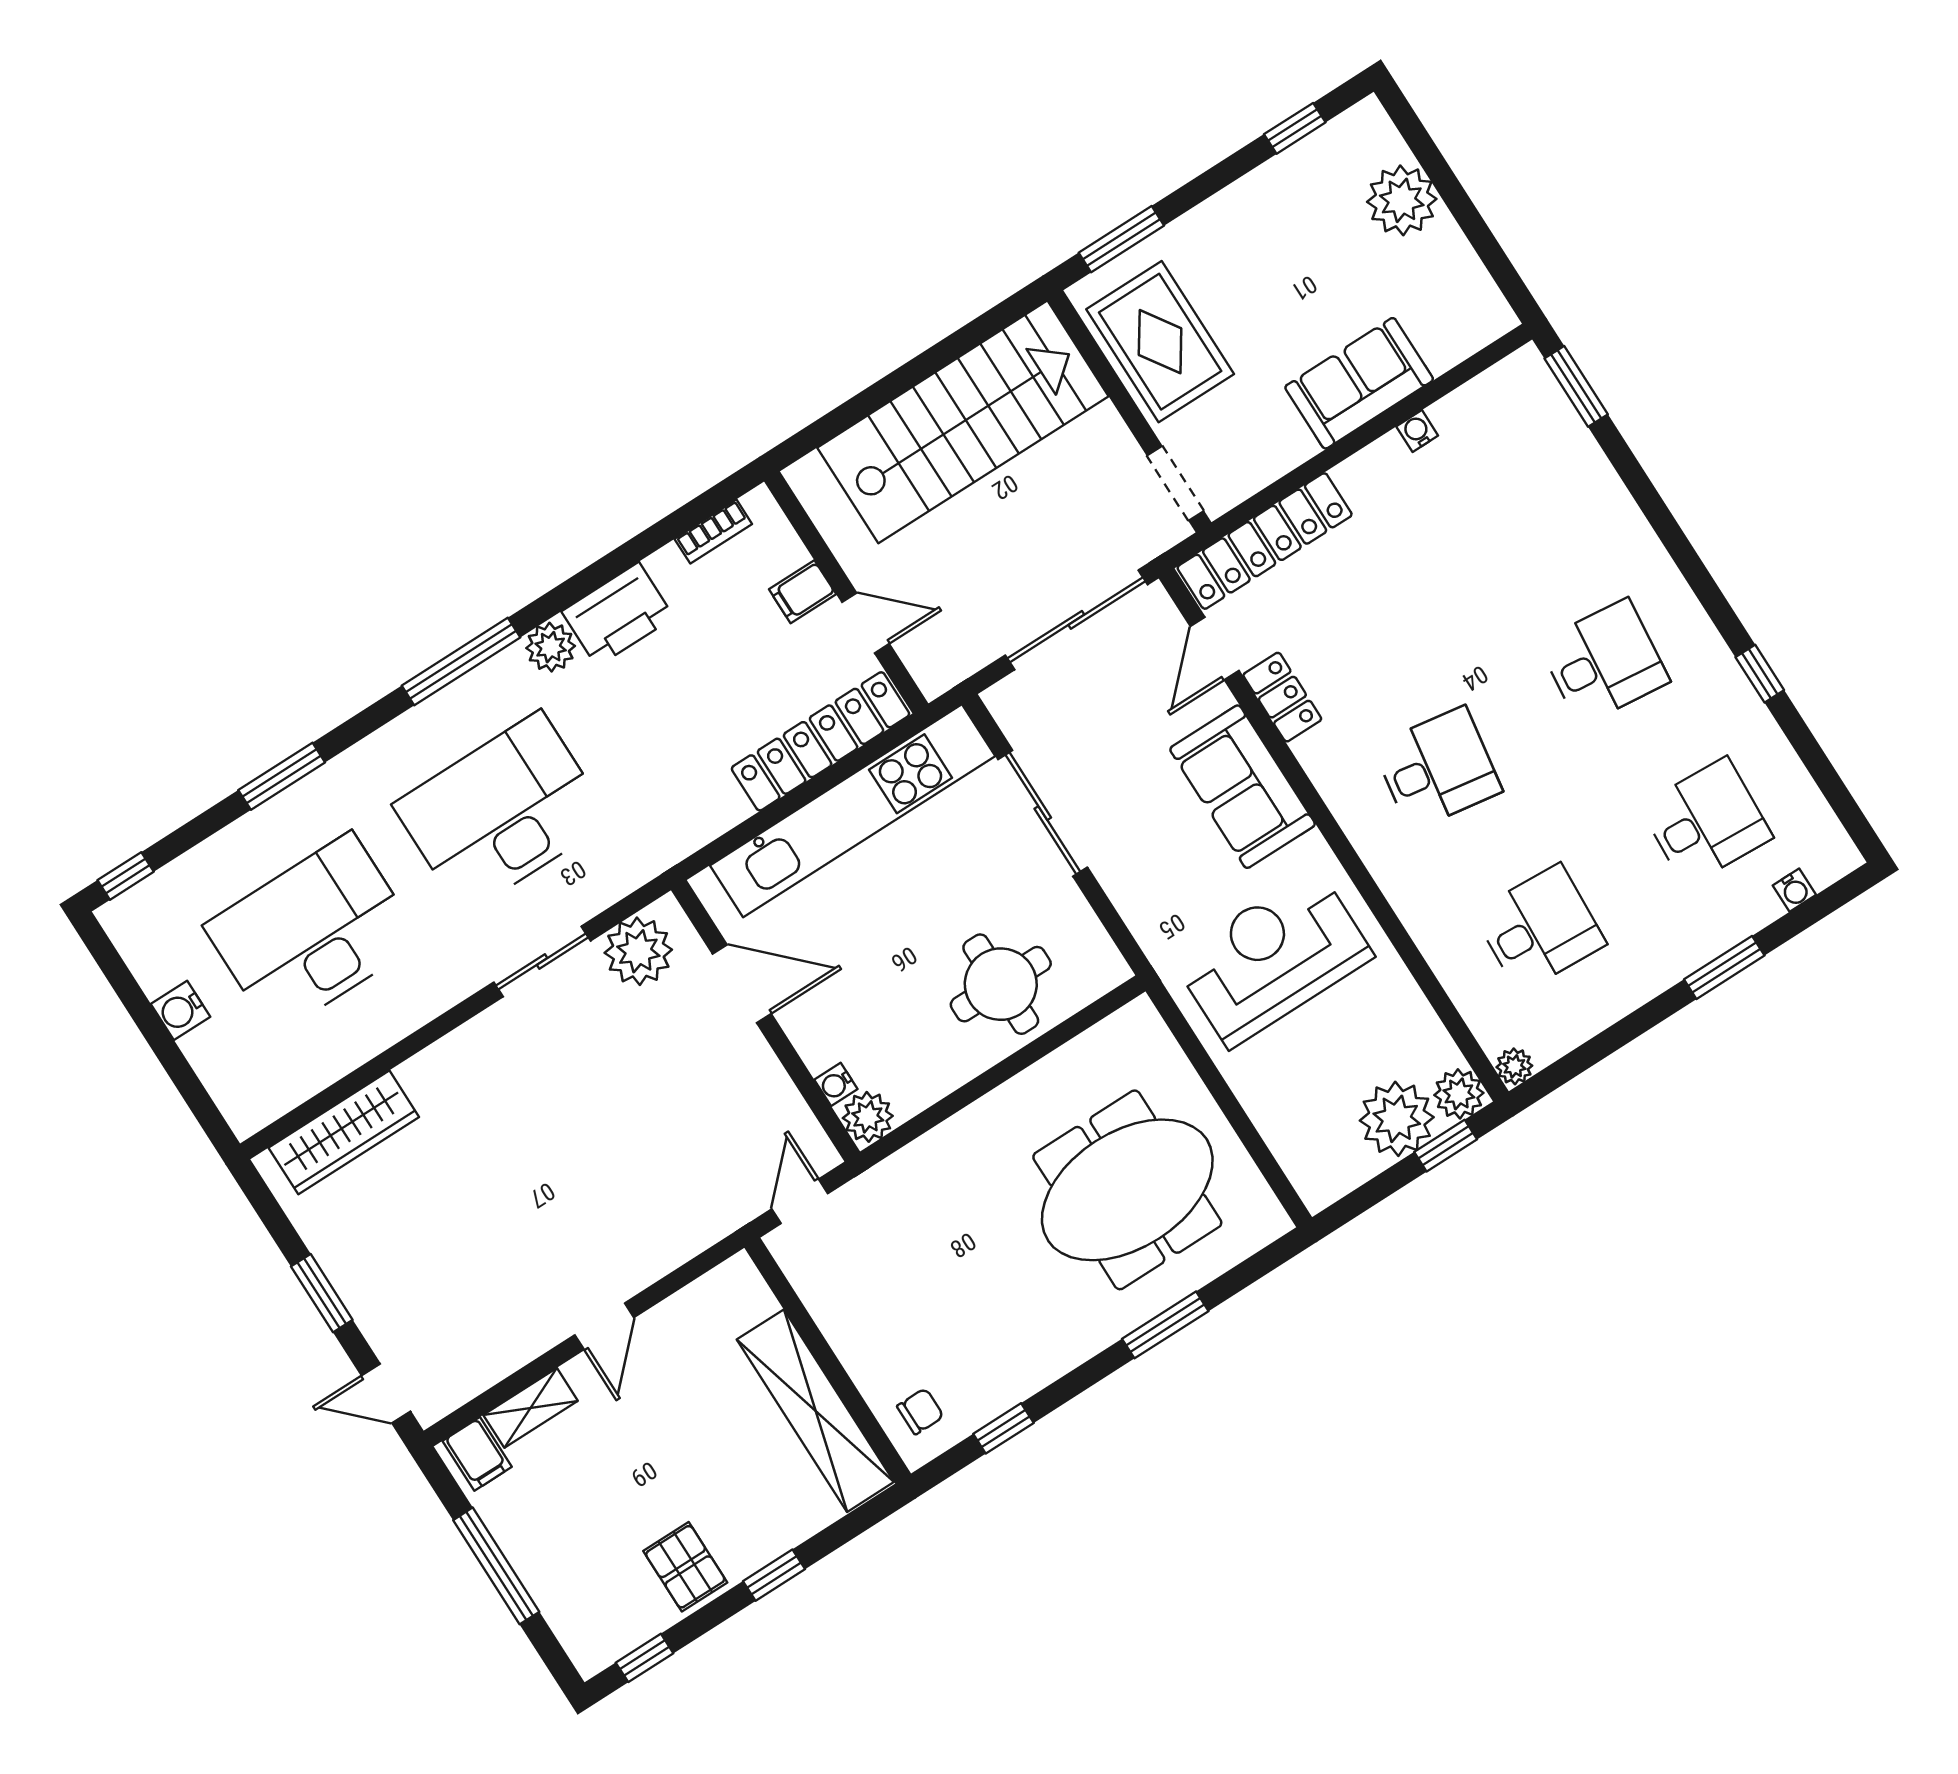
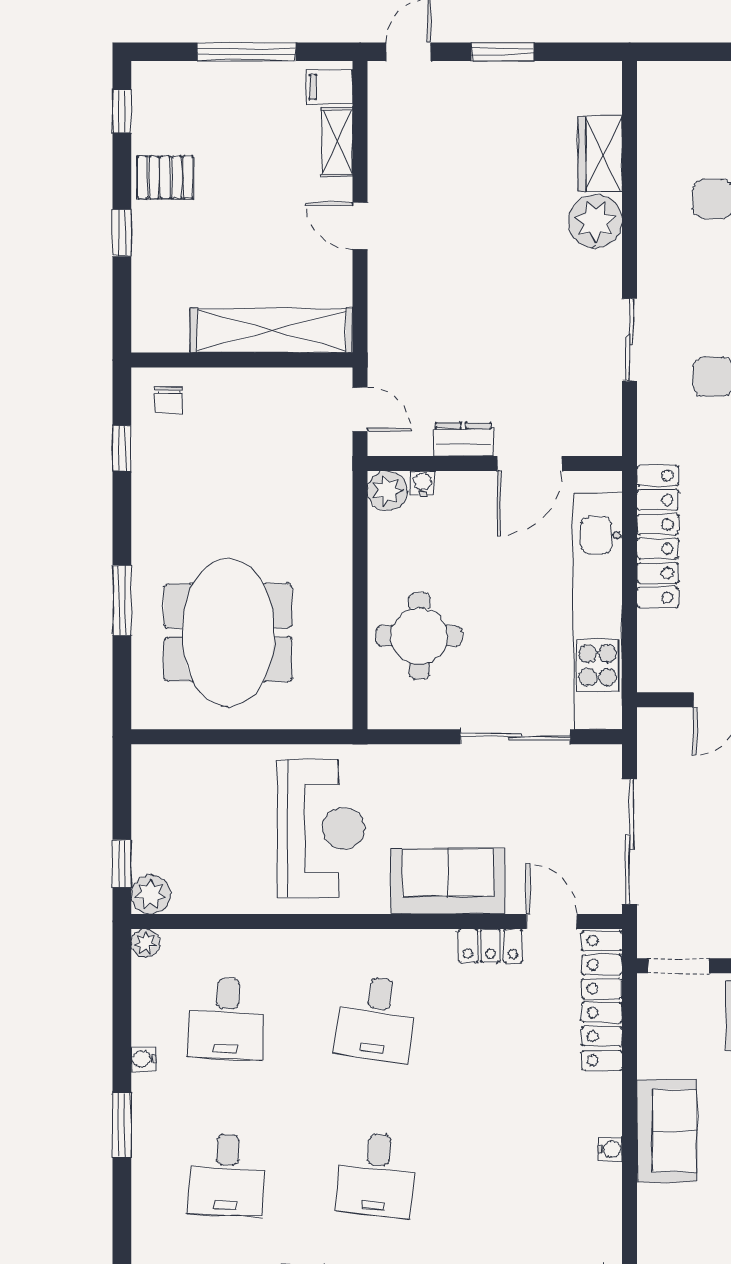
locker: (821, 741) -> (658, 536), moved
water cooler: (1794, 890) -> (144, 1059), moved
plant: (638, 951) -> (595, 221), moved
dresser: (761, 1071) -> (463, 439), added
plant: (1397, 1119) -> (161, 842), removed
wardrobe: (344, 1132) -> (600, 154), width x0.67
shelving: (815, 1411) -> (272, 331), moved

